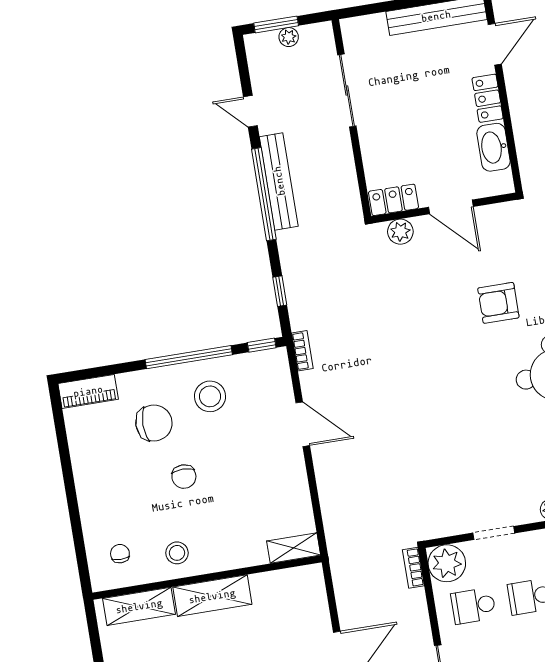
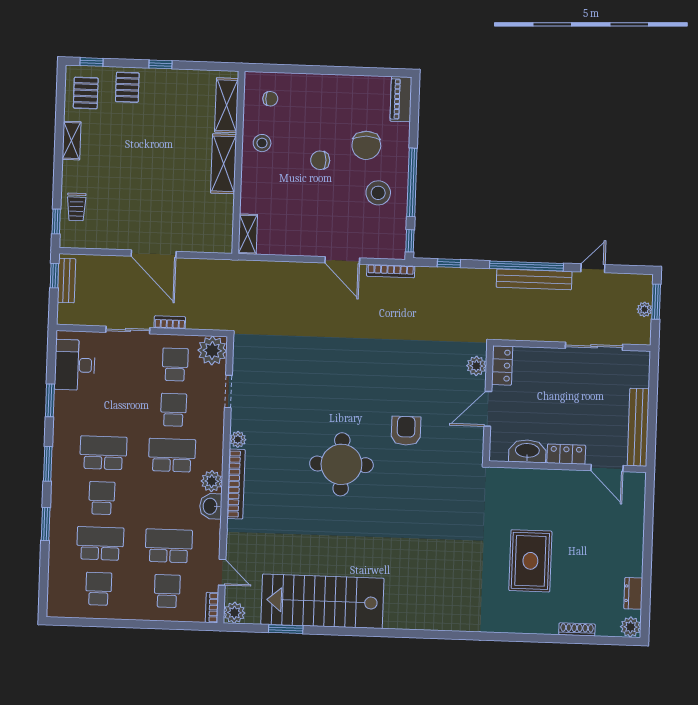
bookcase: (302, 351) -> (391, 271), width x1.56
door: (303, 424) -> (342, 260), hinge flipped
bookcase: (413, 568) -> (170, 322), moved

